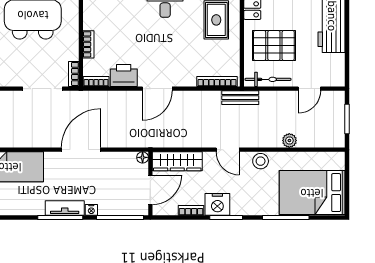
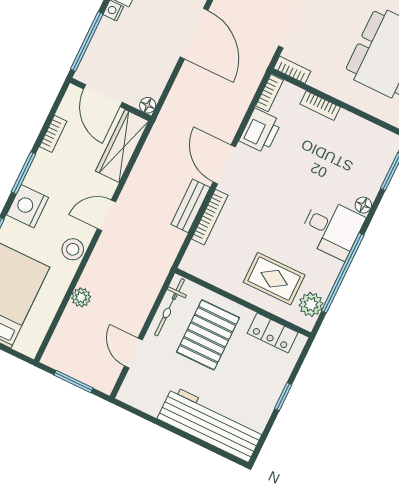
bookcase: (217, 81) -> (210, 217), moved
bench: (240, 98) -> (190, 206), moved
nightstand: (217, 204) -> (27, 206), moved

